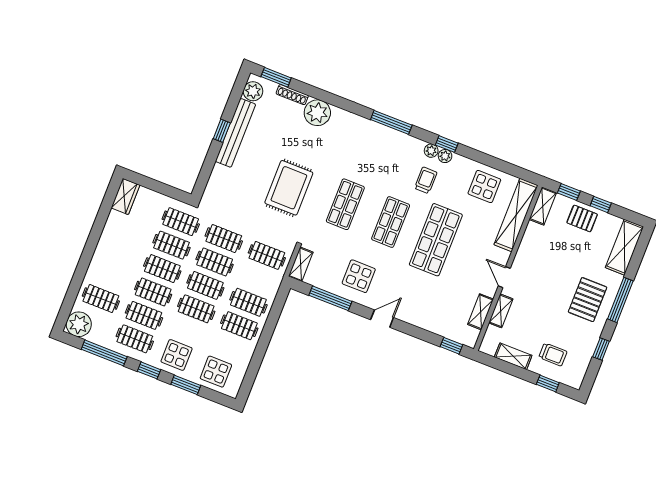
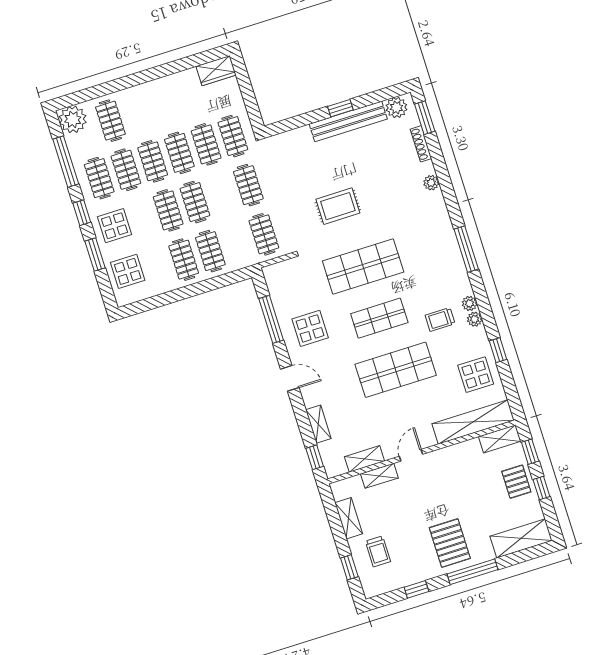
plant: (317, 113) -> (431, 183), width x0.53, depth x0.53
window: (447, 144) -> (498, 350), moved
trolley: (426, 180) -> (440, 319), turned 180
rug: (289, 188) -> (338, 206), width x0.73, depth x0.70
shop shelf: (345, 204) -> (363, 267), width x1.43, depth x1.36
clothes rail: (215, 262) -> (222, 194), removed
shelving: (301, 264) -> (318, 424), moved, turned 90
pallet: (588, 300) -> (450, 543), turned 90

